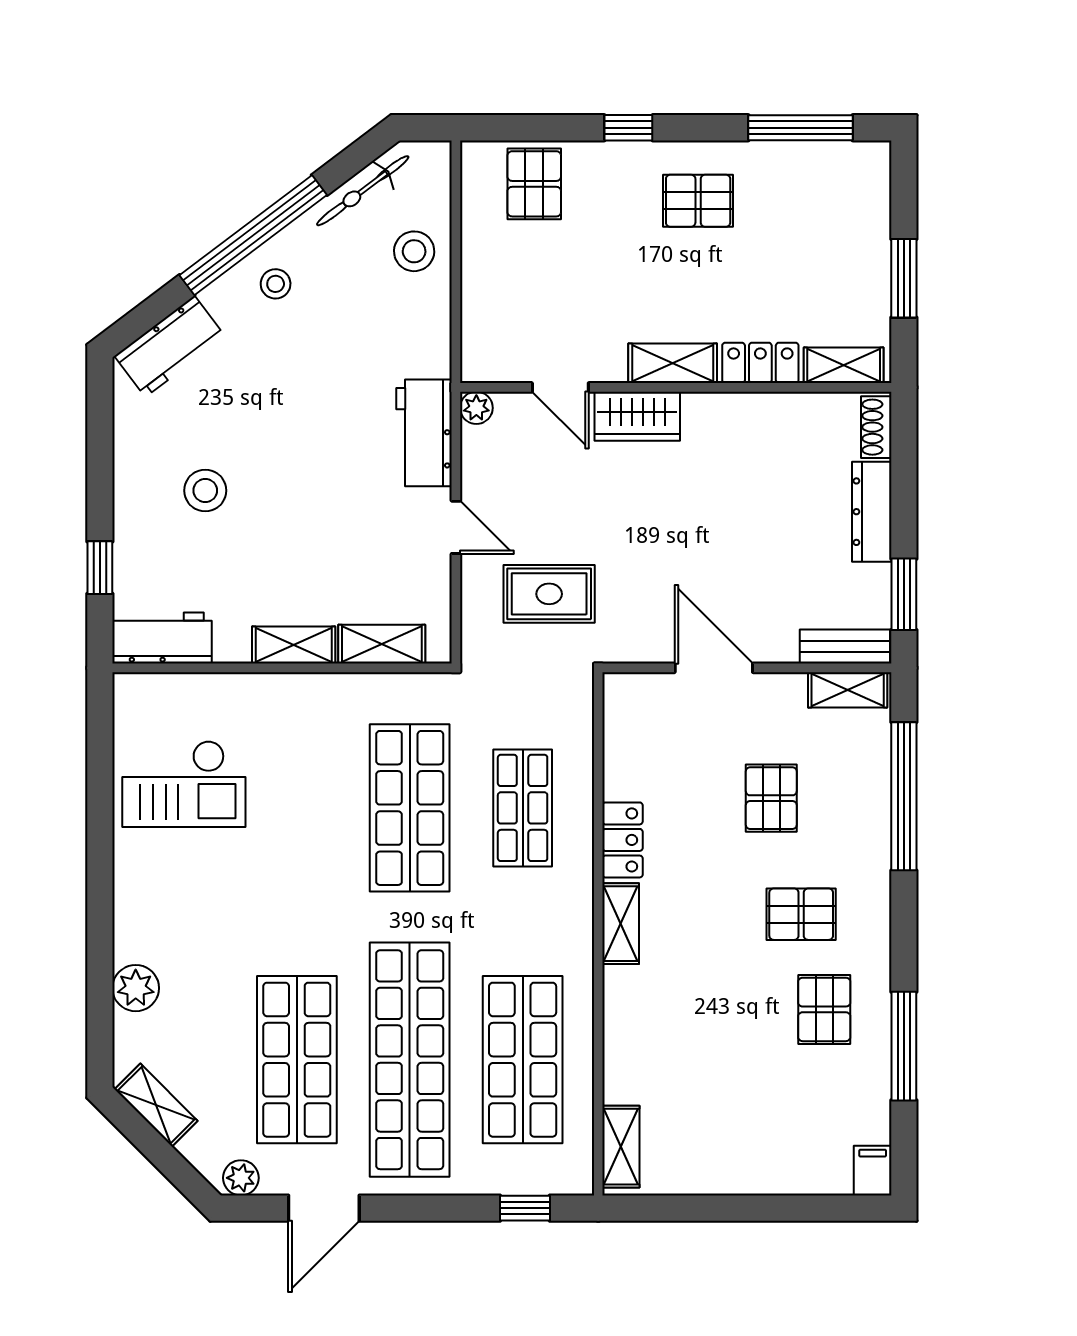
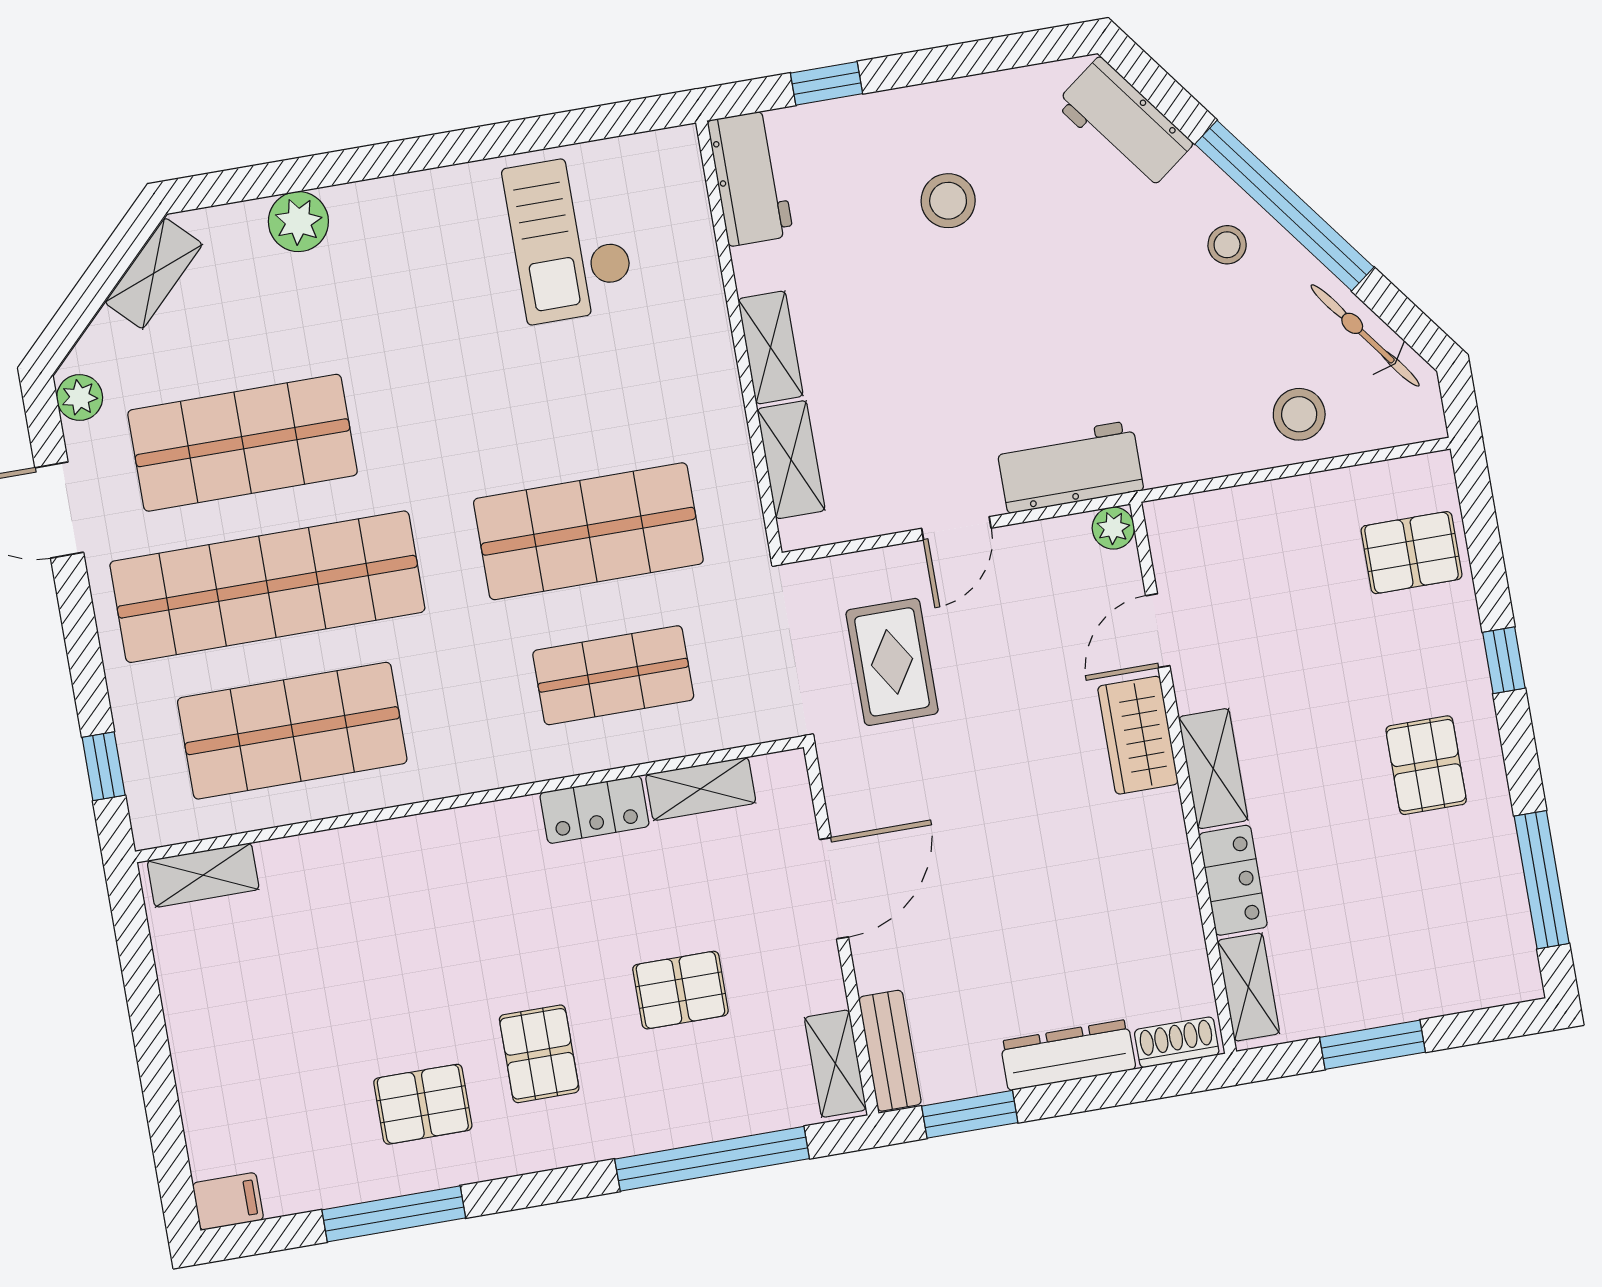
shelving: (621, 924) -> (701, 789), moved

